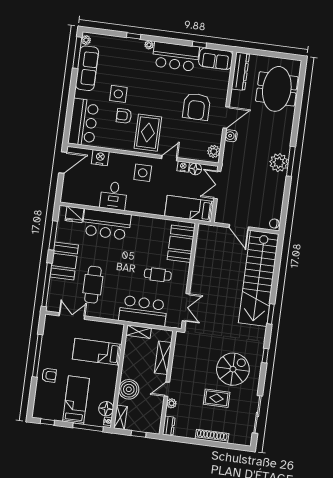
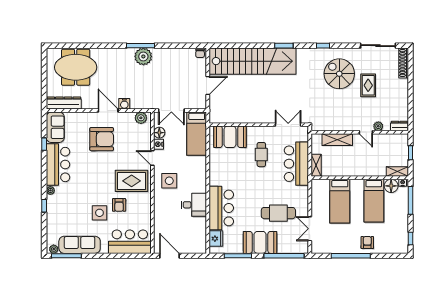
nightstand: (100, 158) -> (160, 222), removed
boiler: (129, 389) -> (371, 167), removed
bed: (76, 400) -> (374, 201), moved, turned -90
shoe rack: (212, 436) -> (404, 63), moved

